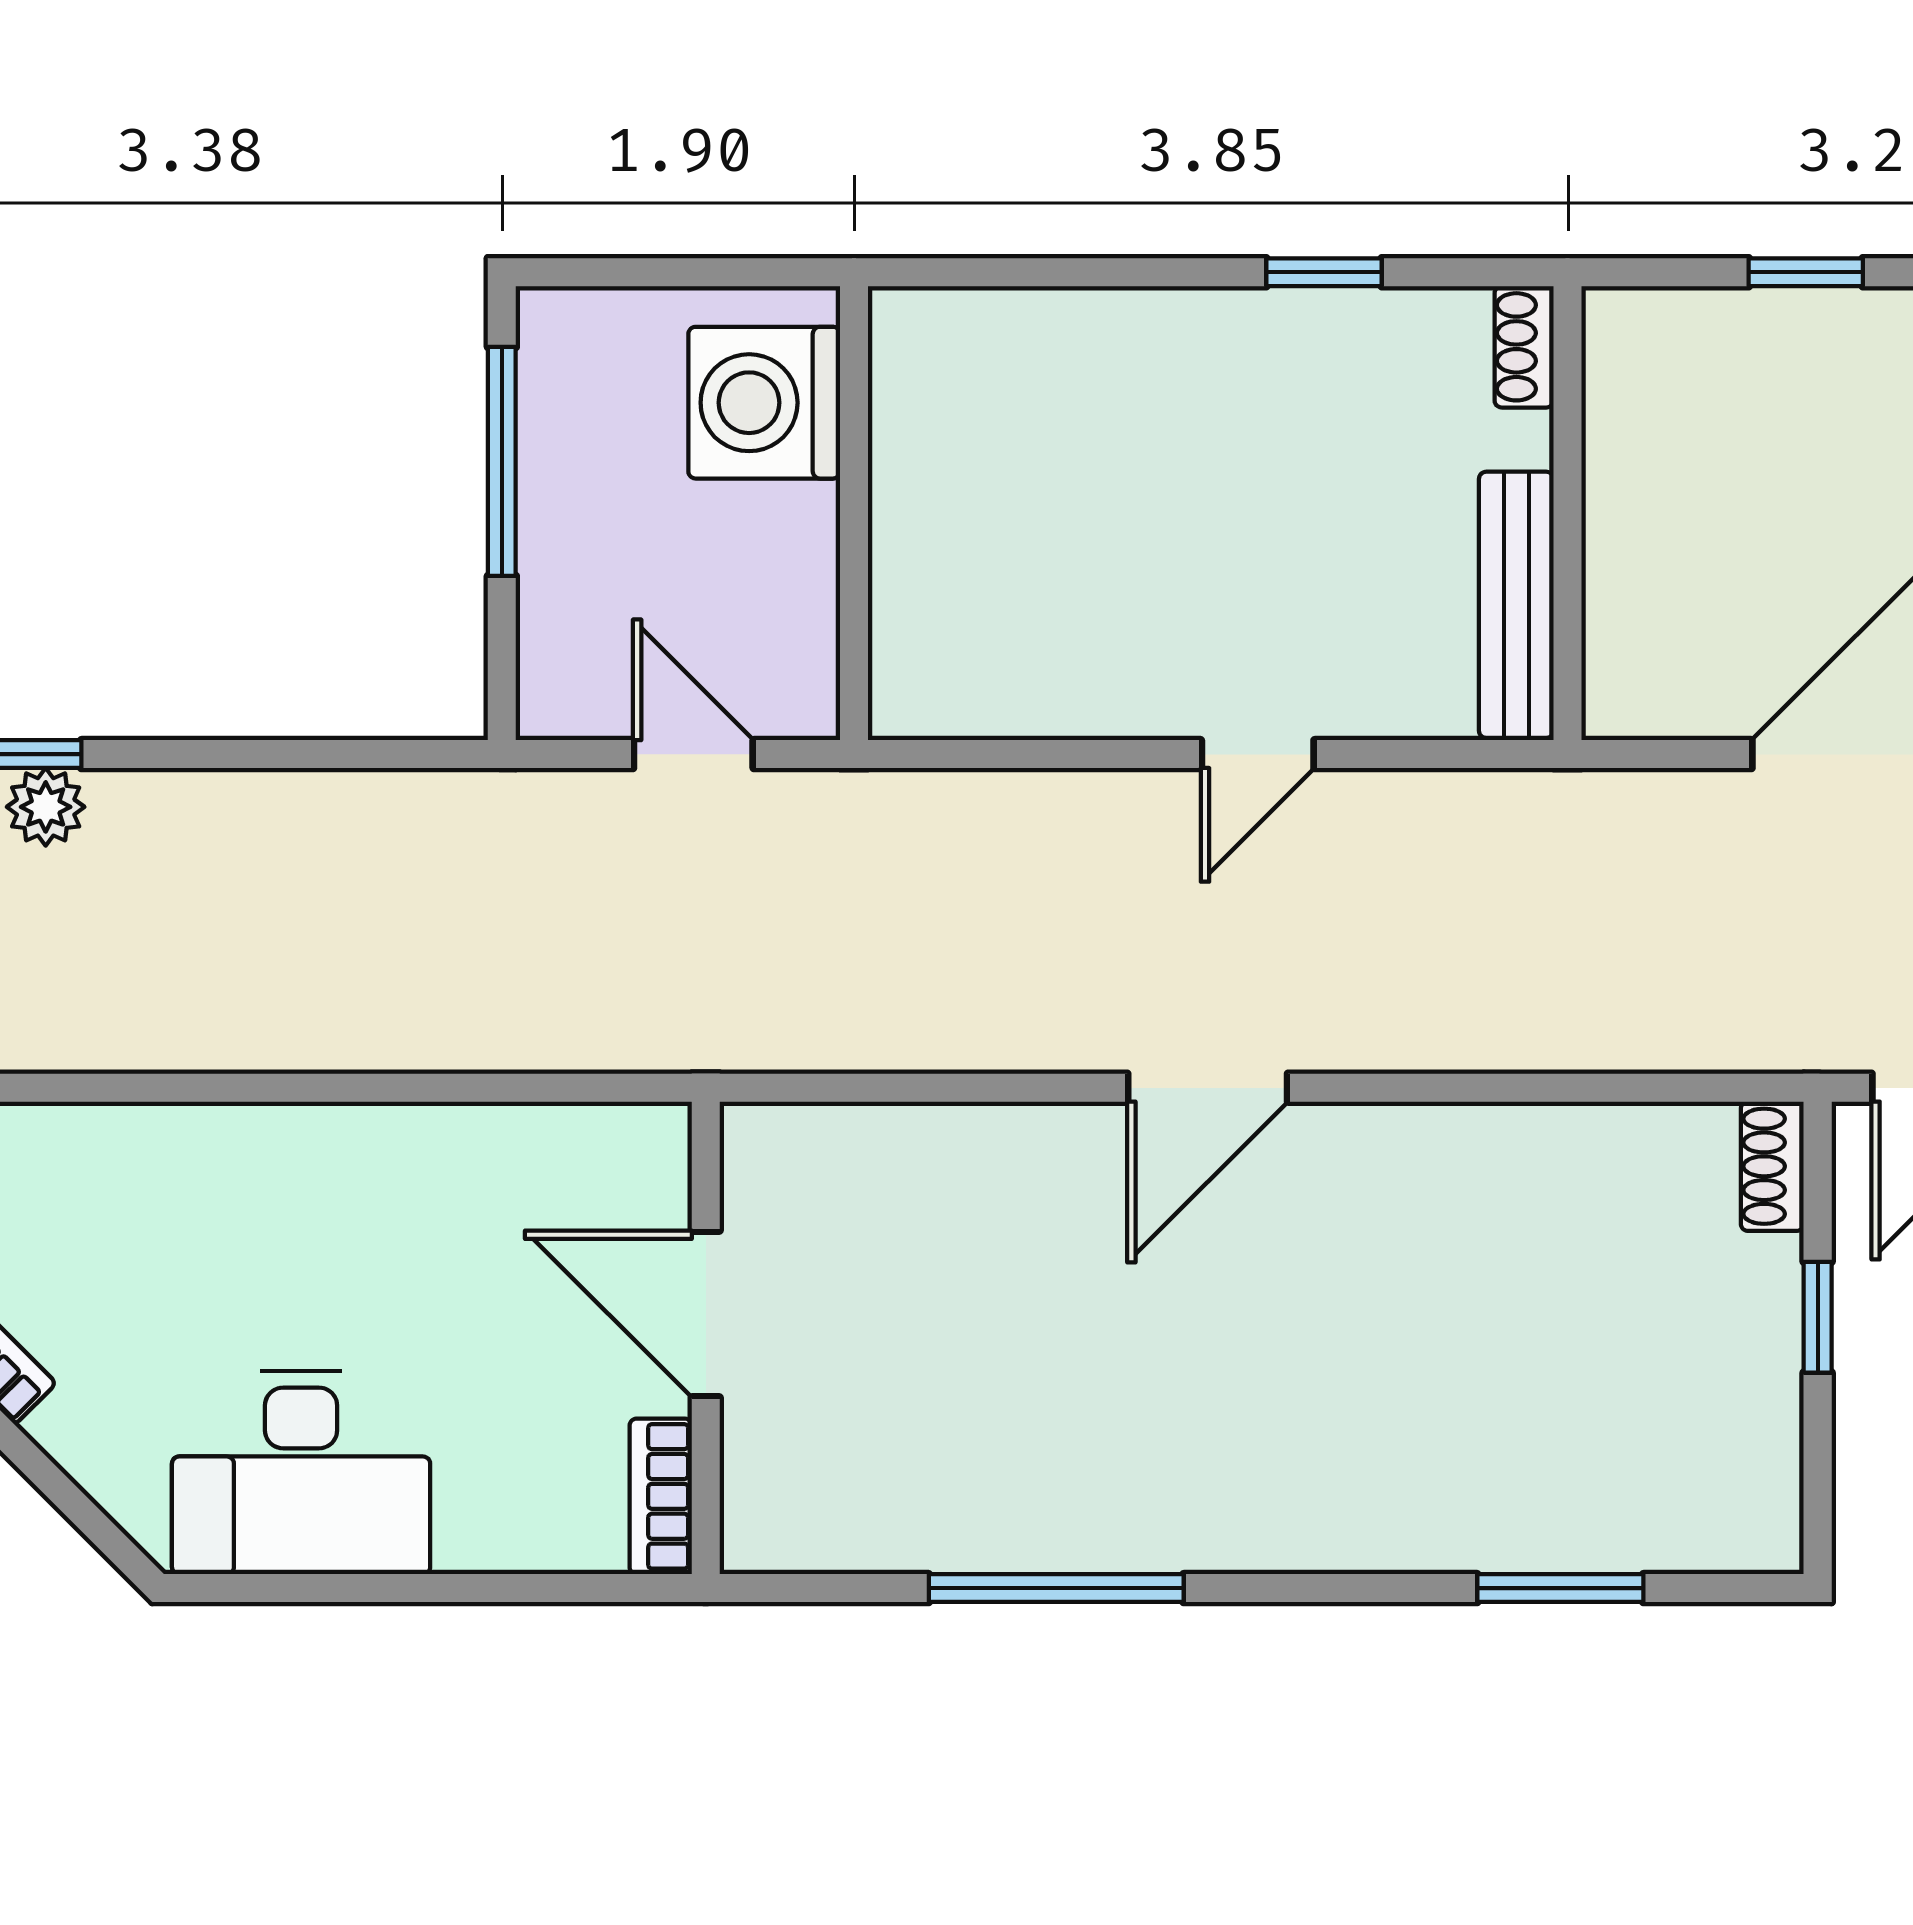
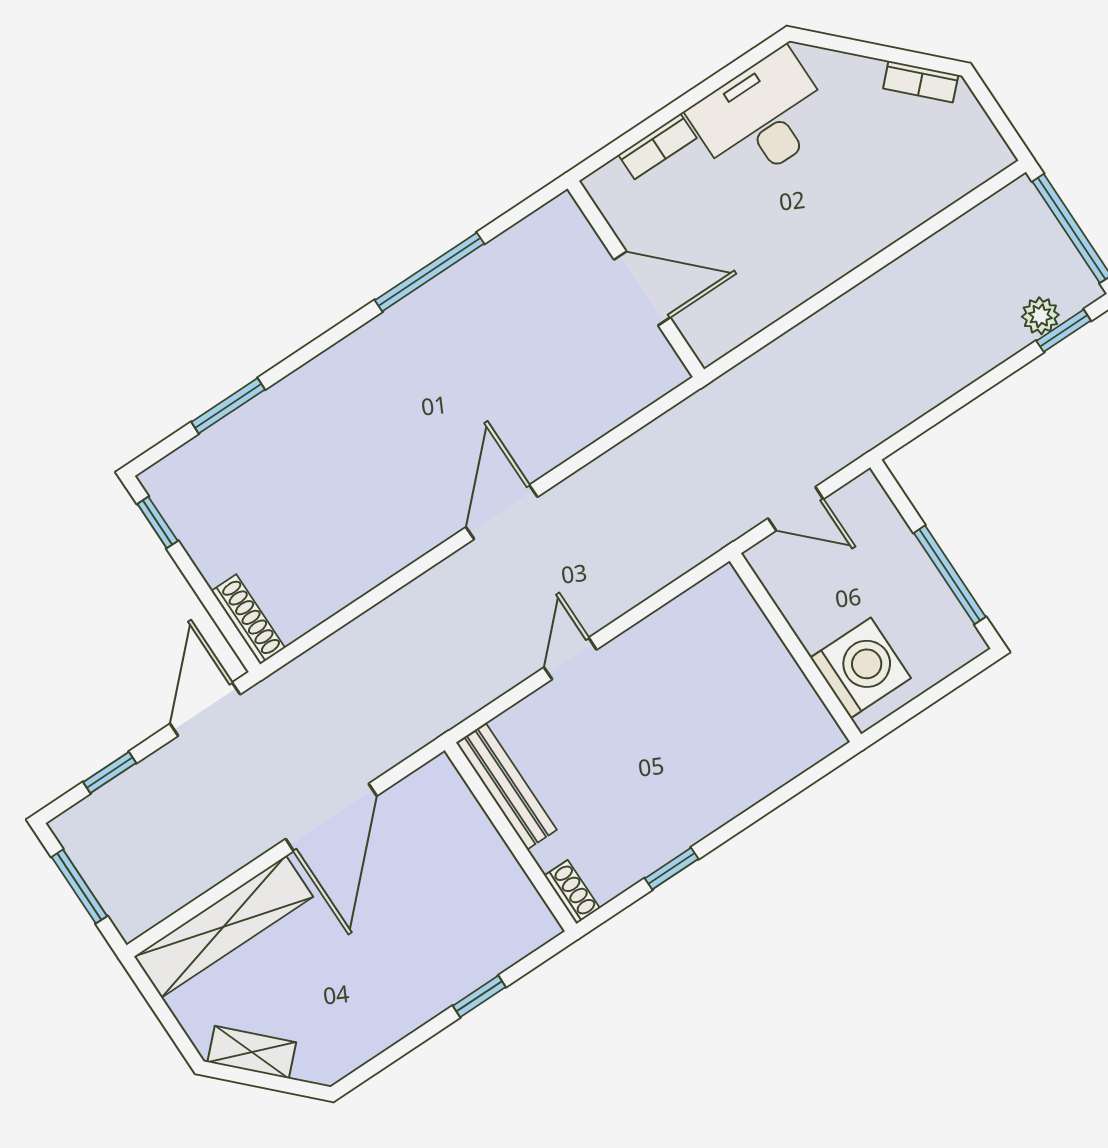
shoe rack: (1772, 1166) -> (248, 619), width x1.43
window: (1818, 1317) -> (158, 522), moved
bookcase: (661, 1496) -> (657, 146), moved, turned 90

